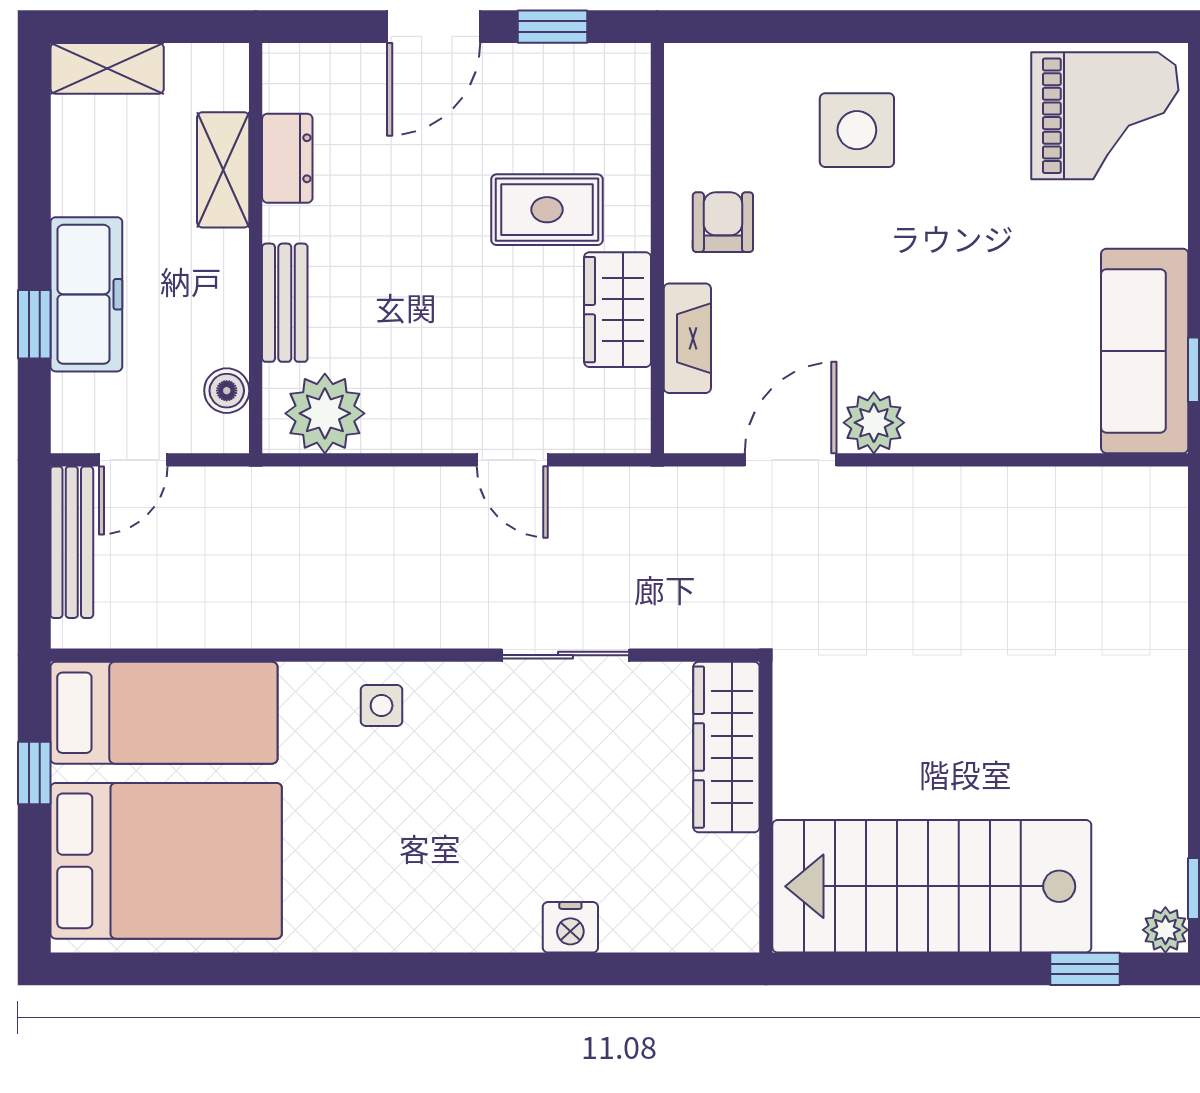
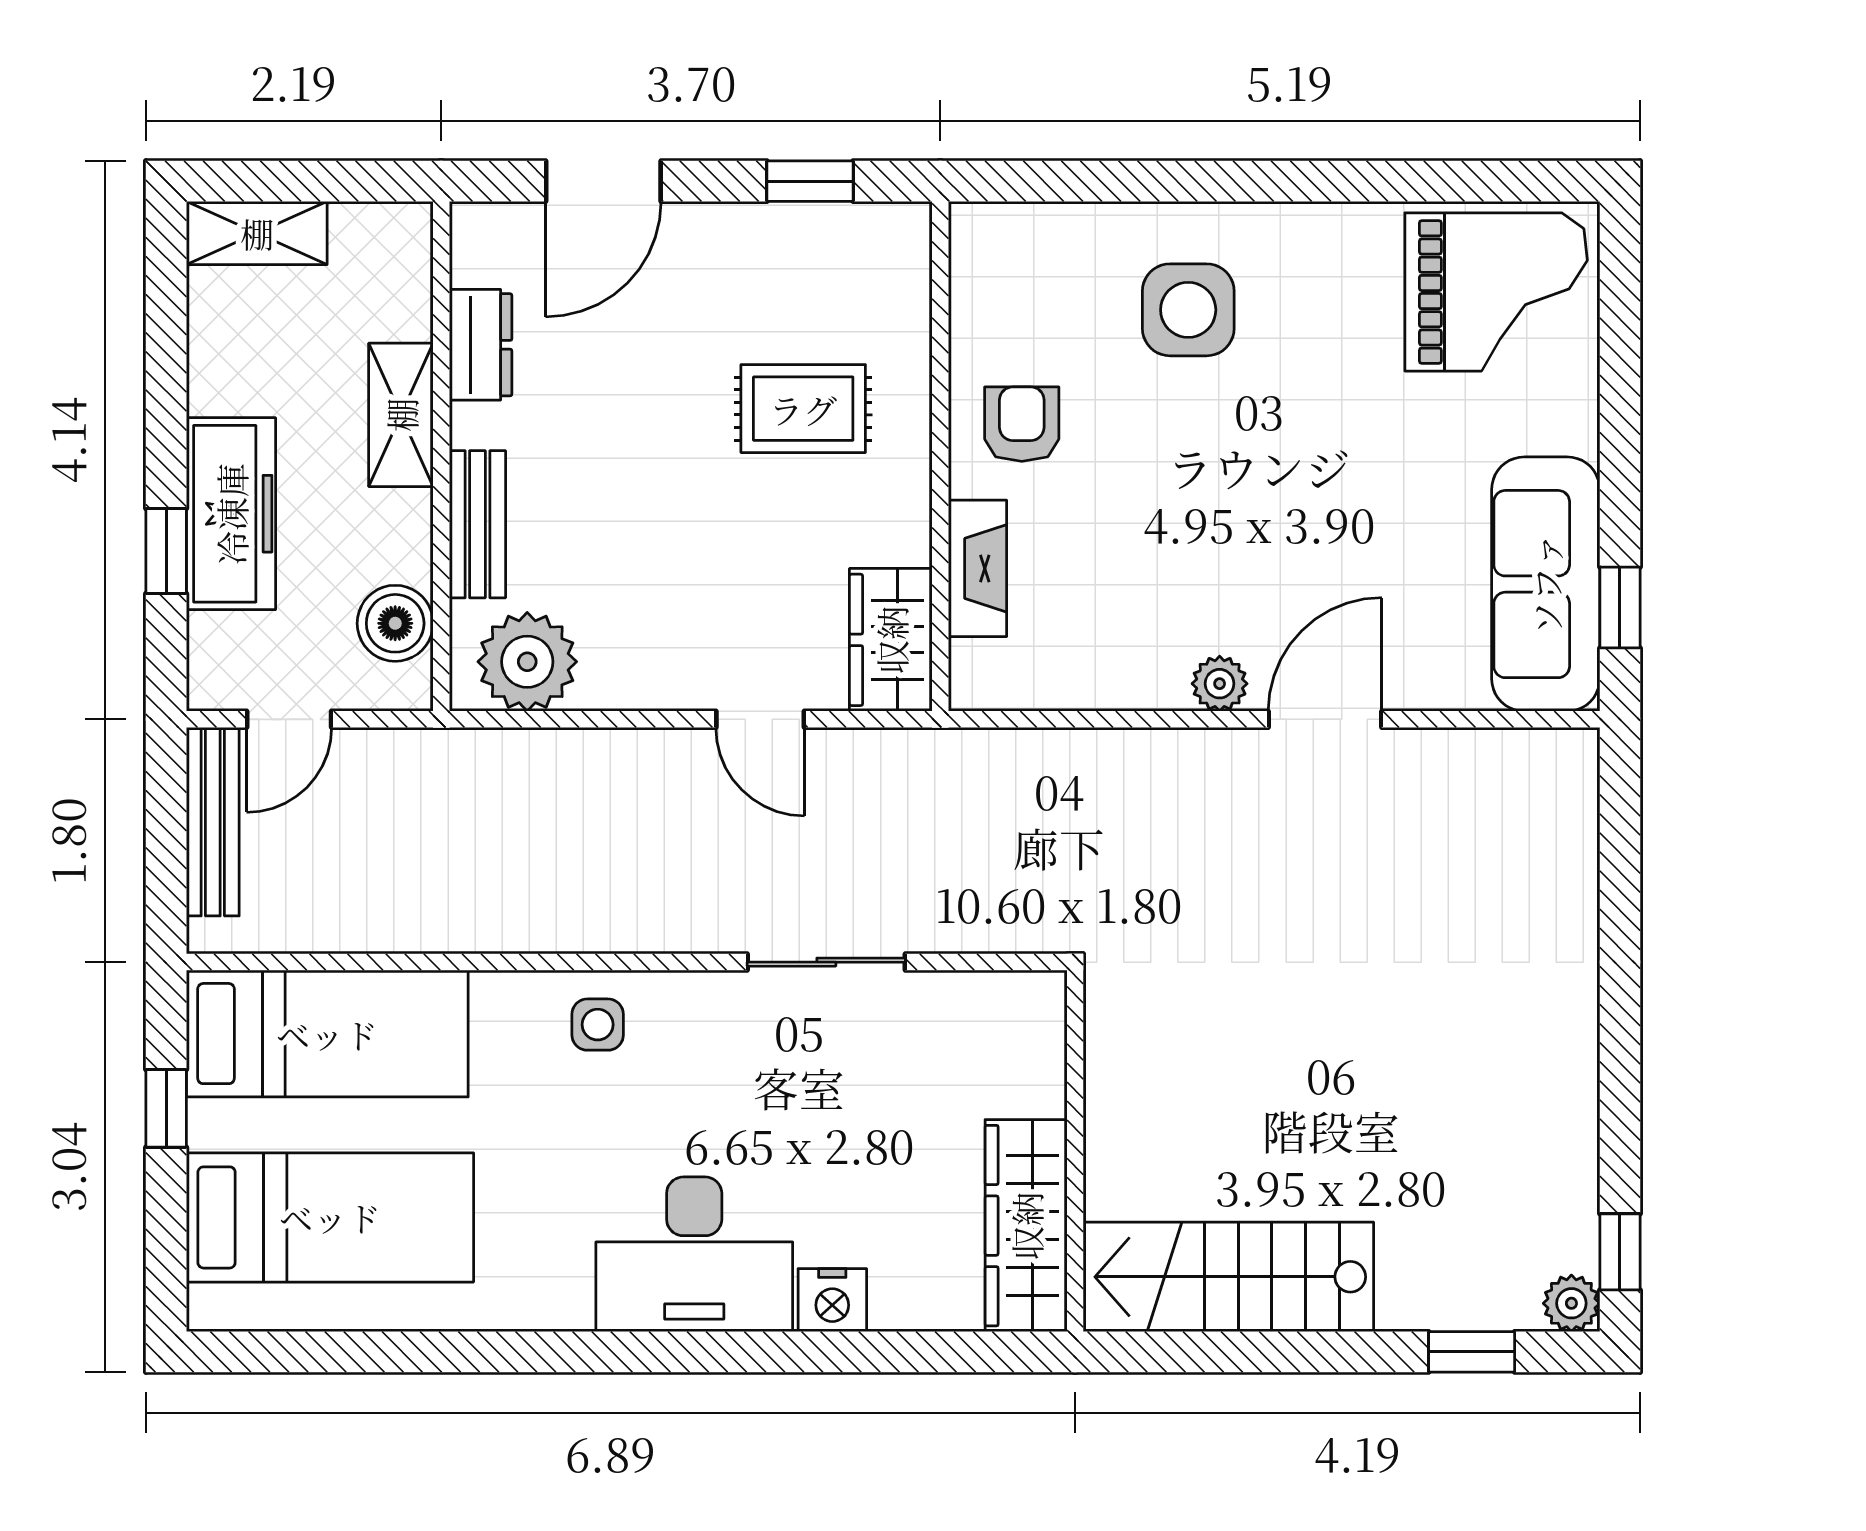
door: (434, 27) -> (603, 181), moved
shelving: (223, 170) -> (401, 415), moved
wardrobe: (618, 310) -> (891, 640), moved
boiler: (227, 391) -> (395, 623), width x1.36, depth x1.36
plant: (874, 423) -> (1220, 684), width x0.73, depth x0.73
door: (791, 460) -> (1325, 719), moved
wardrobe: (726, 747) -> (1026, 1226), moved
bed: (166, 861) -> (330, 1217), width x0.67
stairs: (932, 886) -> (1228, 1277), width x0.73, depth x0.66
desk: (459, 890) -> (694, 1254), added

